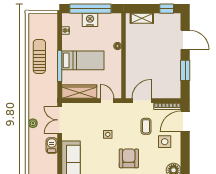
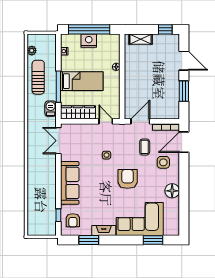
plant: (33, 123) -> (32, 51), moved
barbecue: (52, 146) -> (51, 109), moved

